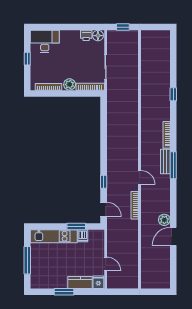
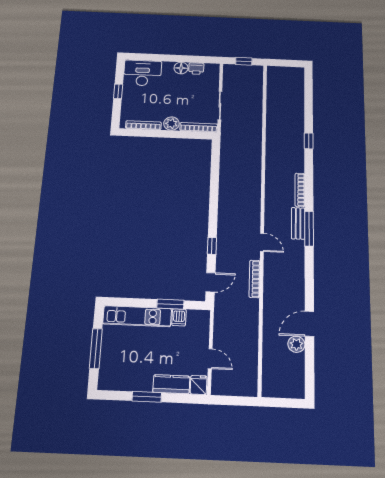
floor lamp: (98, 36) -> (181, 68), moved
door: (104, 209) -> (210, 282), hinge flipped
plant: (164, 220) -> (296, 344), moved

